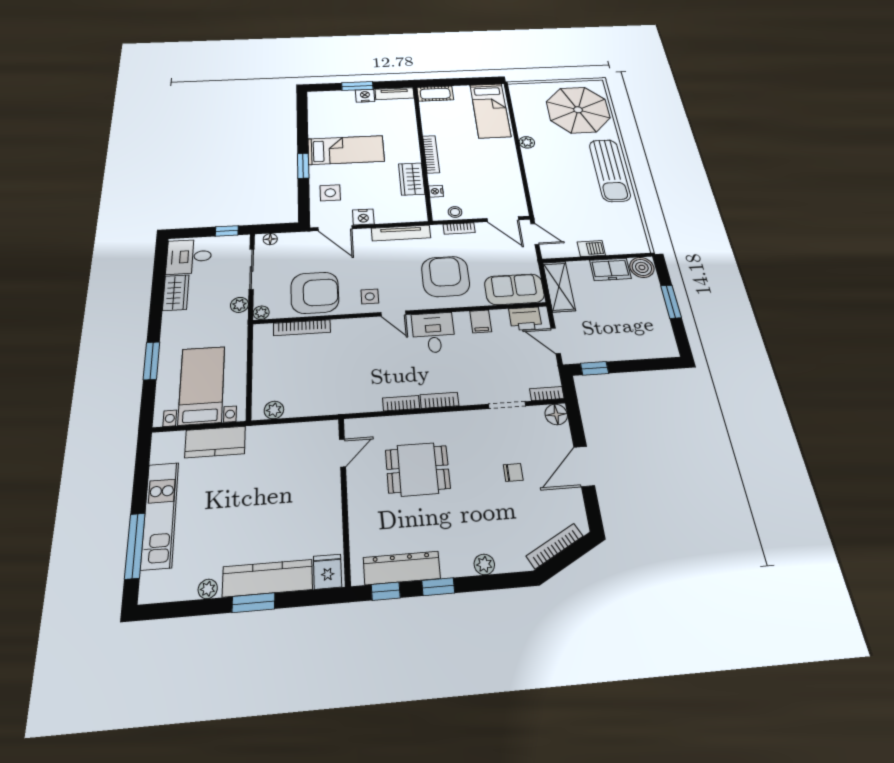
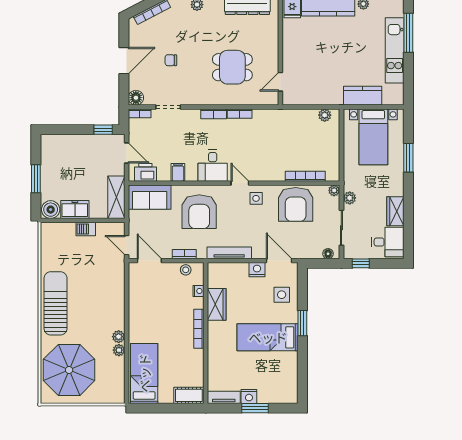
plant: (524, 130) -> (119, 350), added
armchair: (315, 293) -> (296, 204), turned -90

